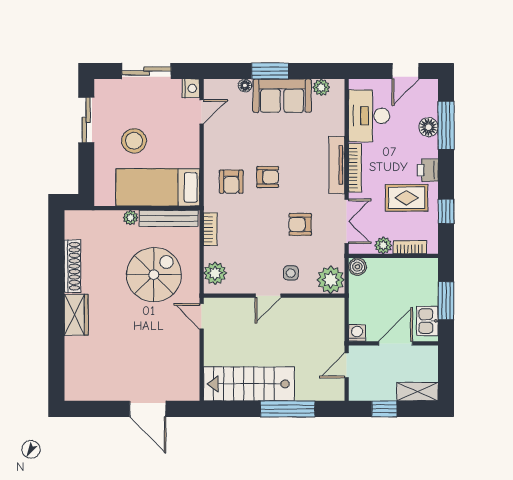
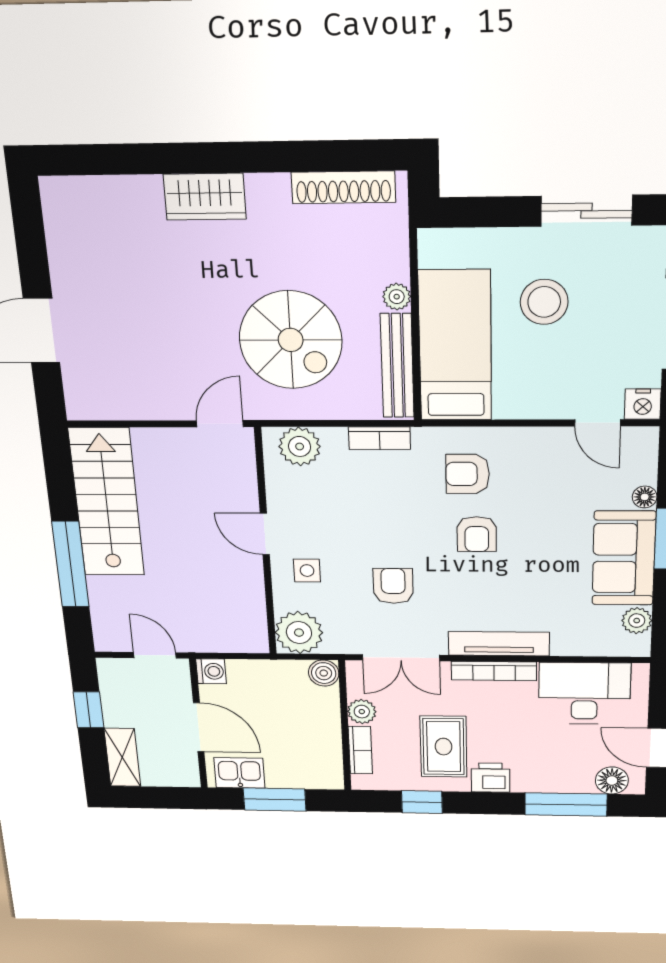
floor lamp: (429, 127) -> (612, 780), moved
shoe rack: (72, 266) -> (343, 187), moved

